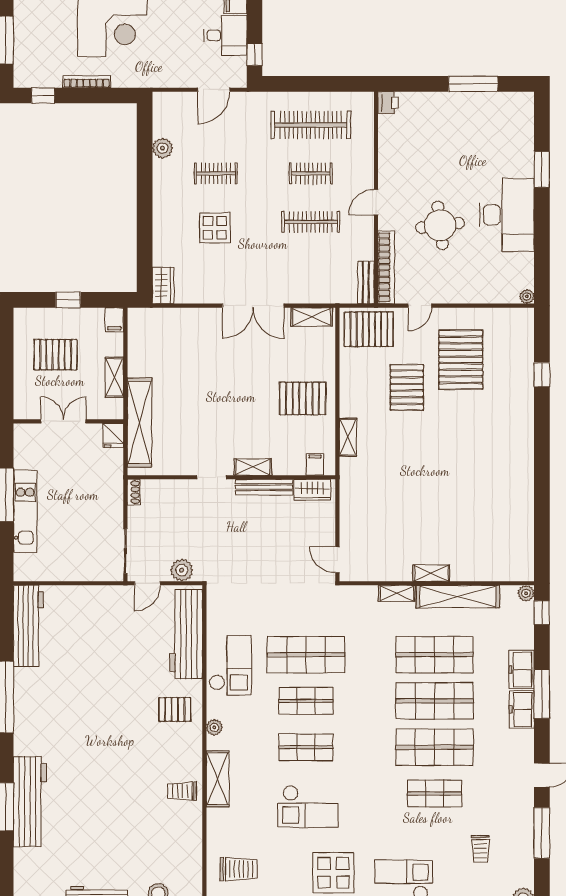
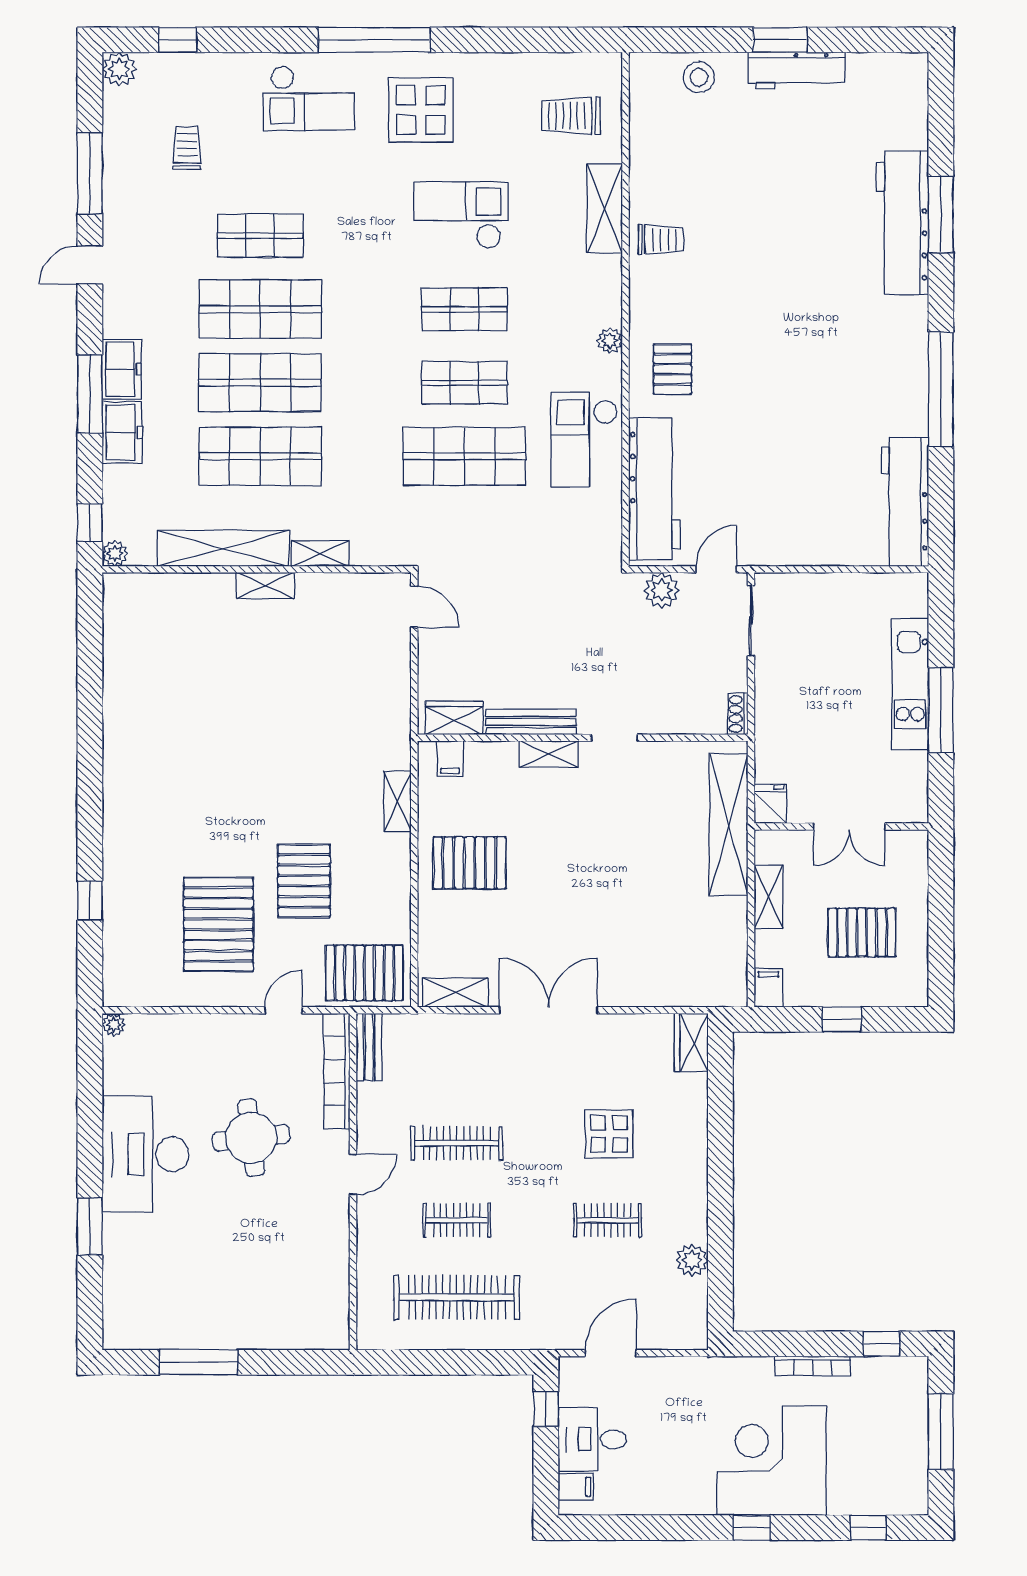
printer: (388, 103) -> (334, 1333), removed
pallet: (175, 709) -> (672, 369), turned 90
shelving: (218, 779) -> (605, 208), moved

